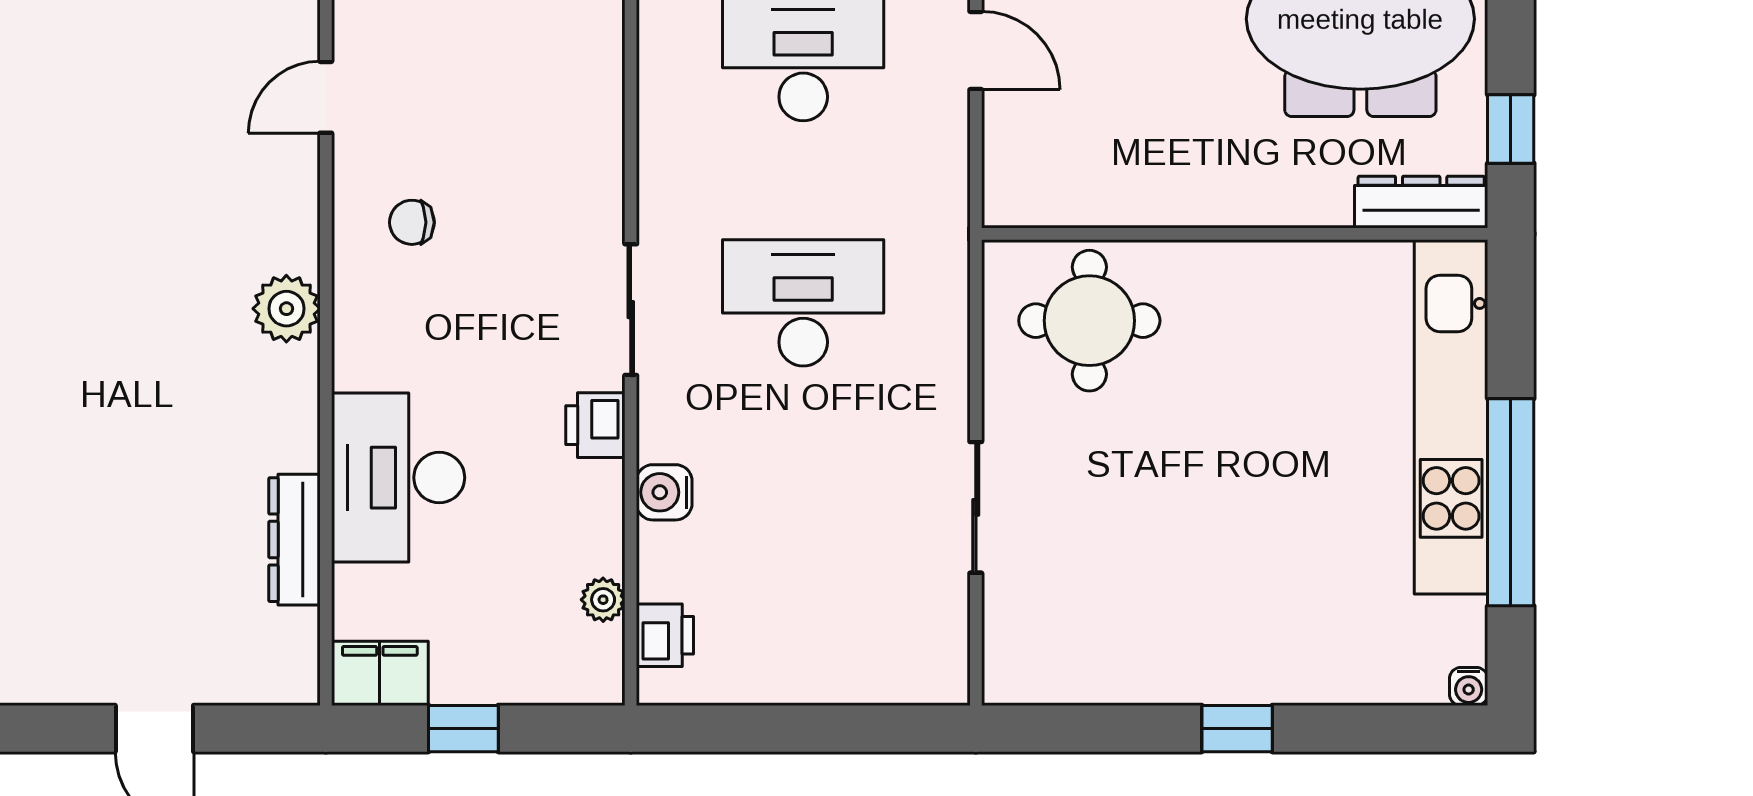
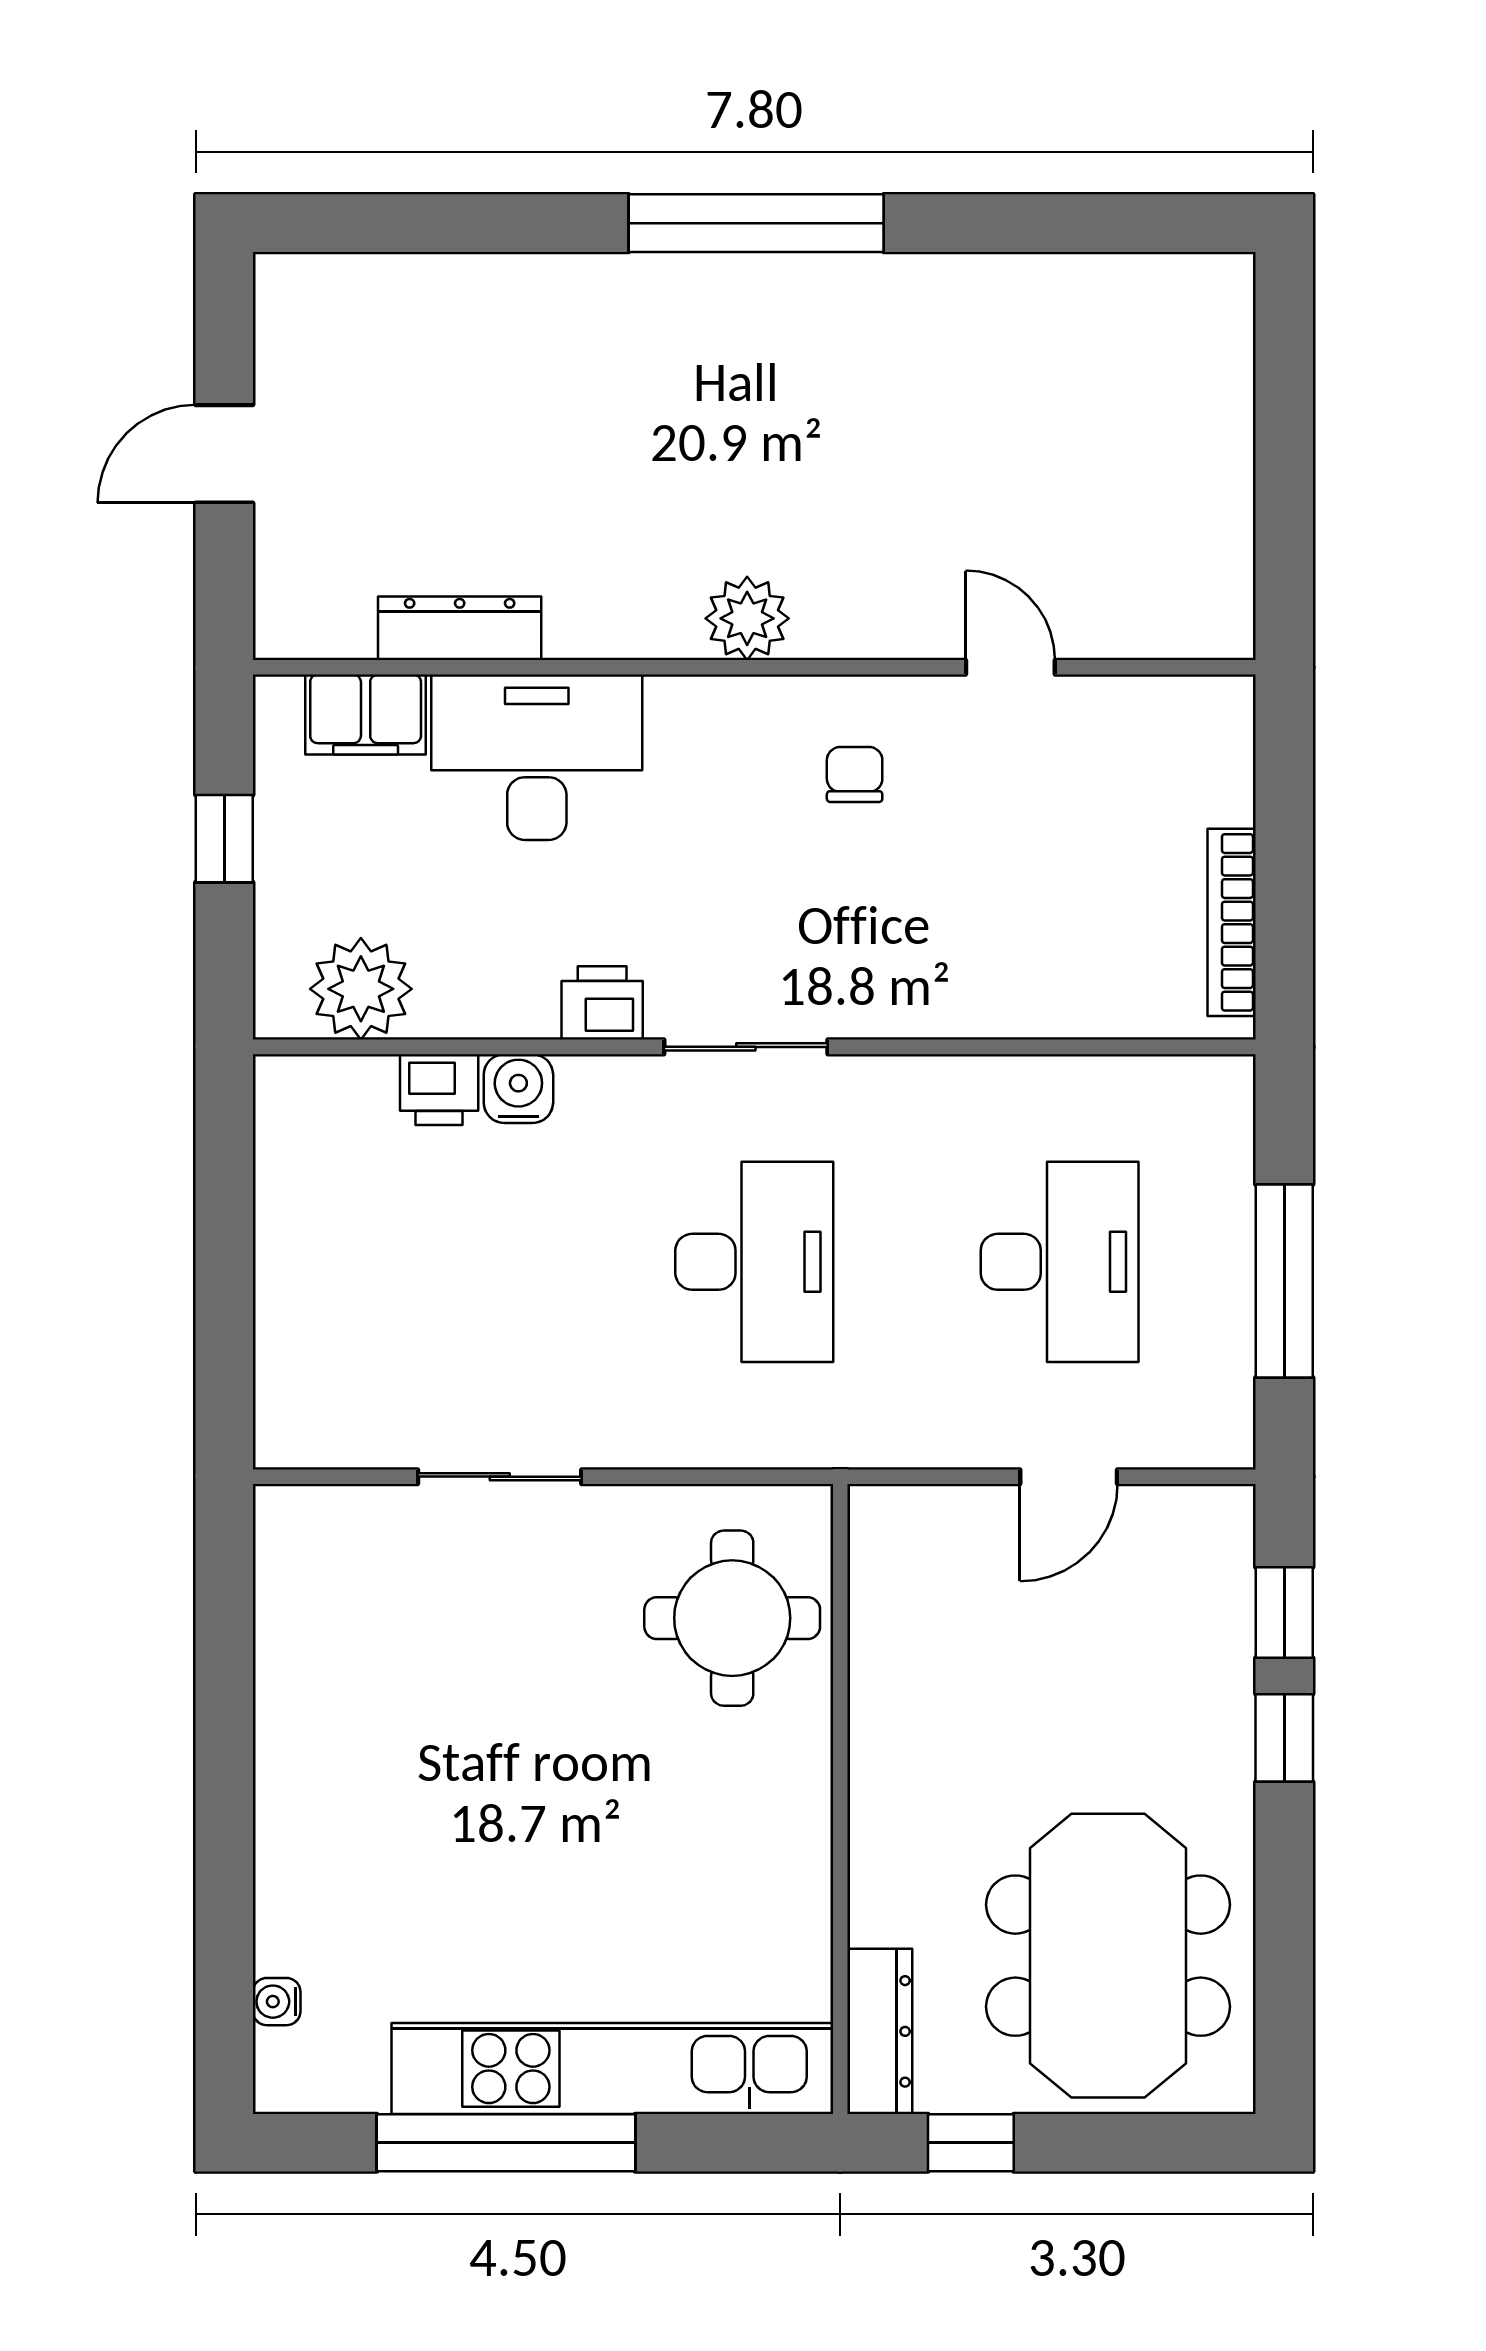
plant: (603, 600) -> (361, 989), width x1.88, depth x1.88
printer: (665, 635) -> (439, 1090), moved
filing cabinet: (380, 673) -> (366, 714), moved, turned 90
water cooler: (1469, 686) -> (277, 2002), moved
window: (1237, 729) -> (224, 1802), removed

